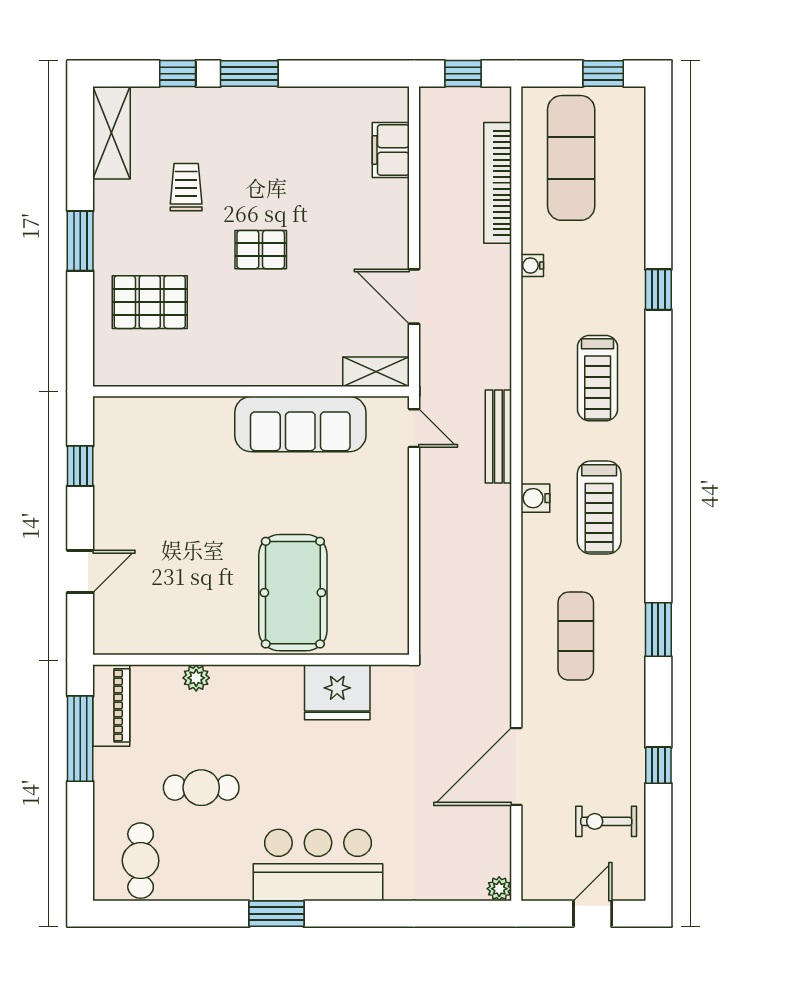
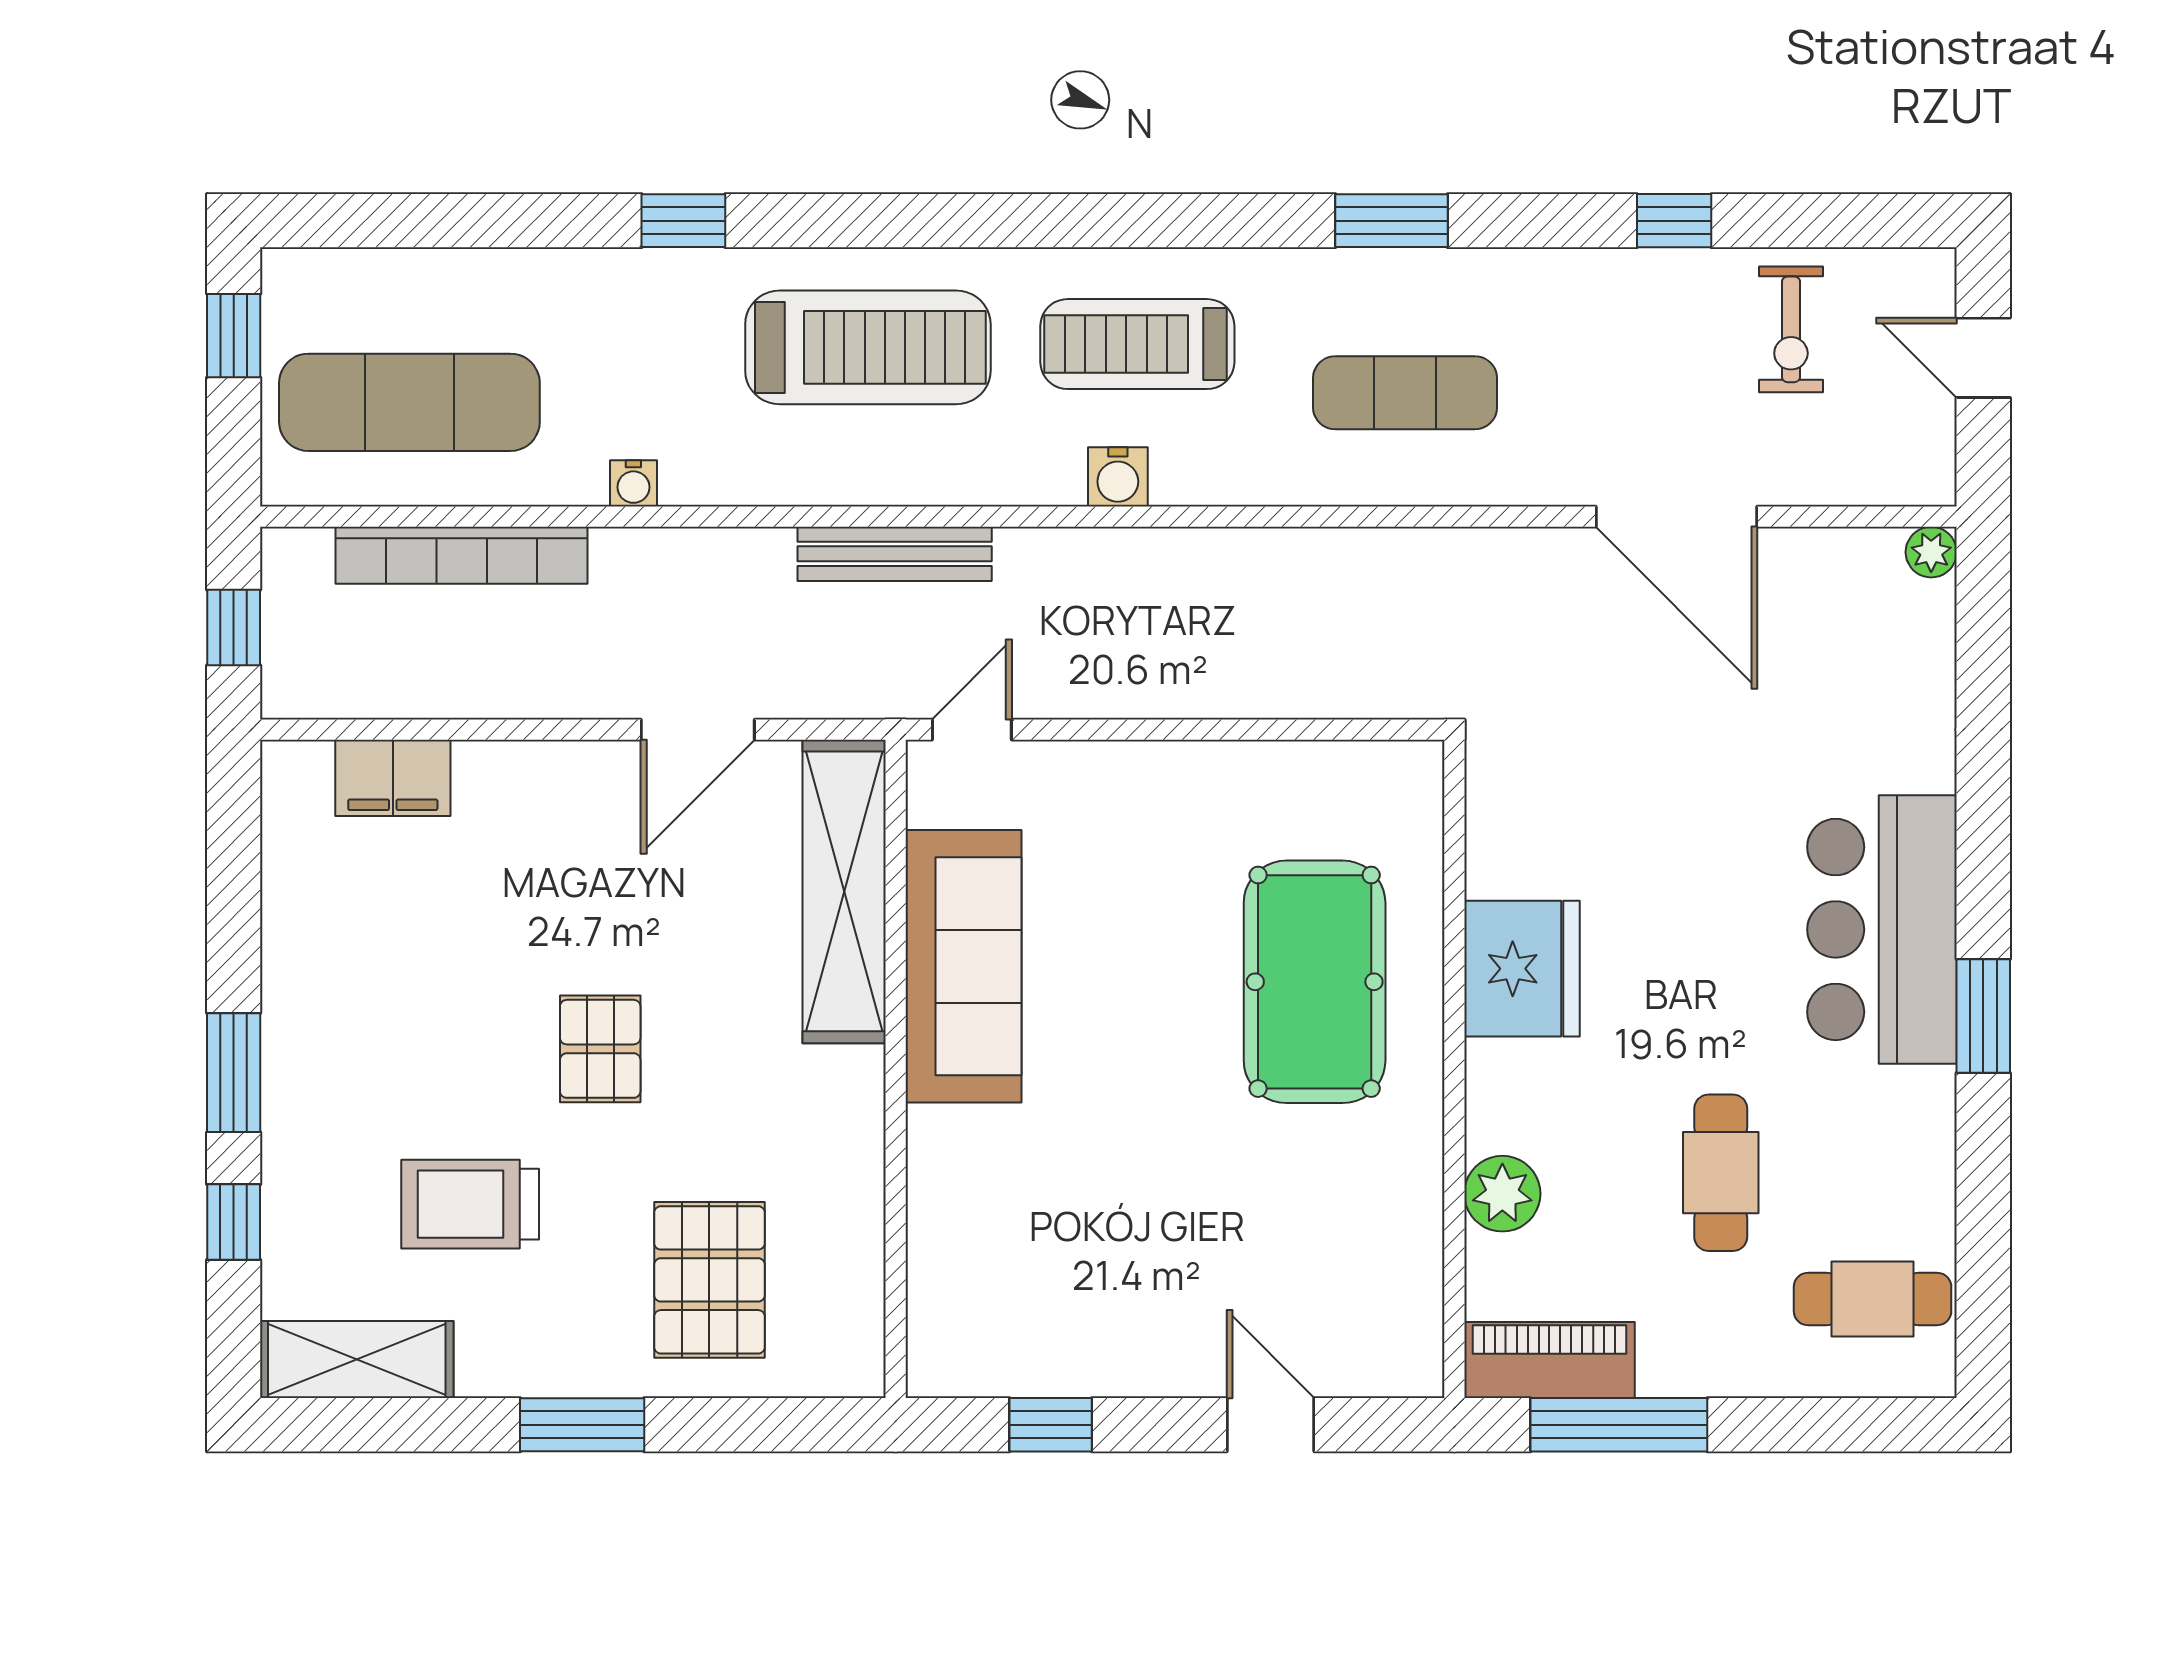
trolley: (186, 187) -> (470, 1204), width x1.36, depth x1.39
shelving: (376, 372) -> (844, 891), width x2.20, depth x1.33
treadmill: (598, 378) -> (868, 347), width x1.37, depth x1.38
bench: (498, 437) -> (895, 554), moved
treadmill: (599, 508) -> (1137, 344), turned 180
pool table: (293, 593) -> (1315, 982), turned 90
plant: (196, 678) -> (1502, 1194), width x1.38, depth x1.38
fridge: (337, 692) -> (1522, 969), moved

